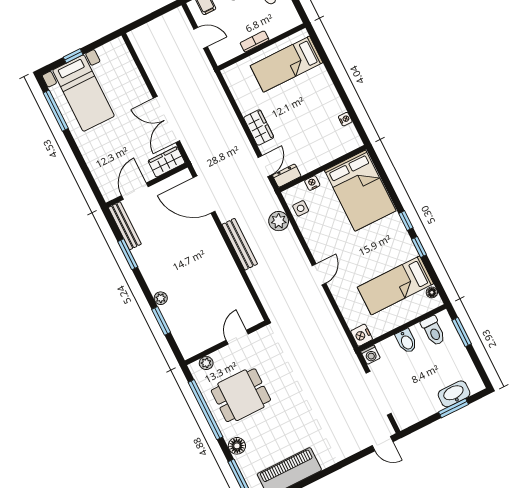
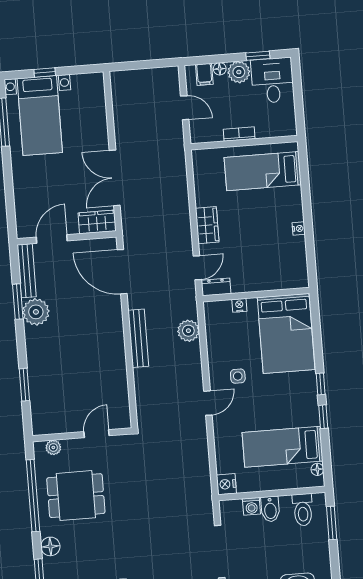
nightstand: (345, 119) -> (299, 228), moved
side table: (301, 208) -> (238, 376), moved
plant: (161, 298) -> (36, 312), moved, width x1.88, depth x1.88
washing machine: (371, 355) -> (251, 506), moved

